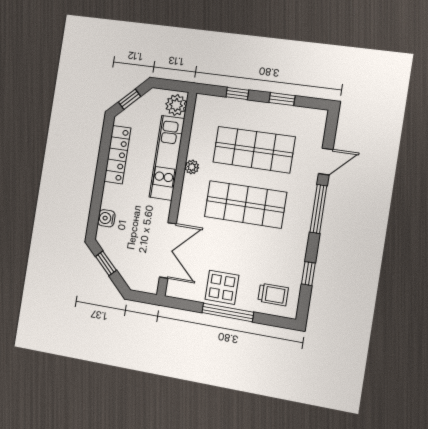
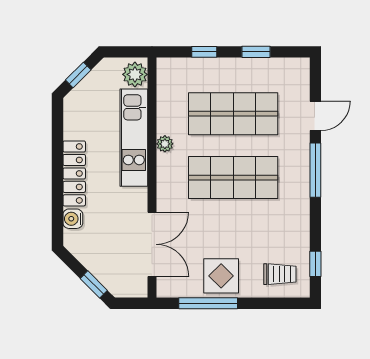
locker: (117, 155) -> (74, 173), moved
window: (106, 263) -> (94, 284), moved
window: (308, 274) -> (315, 264), moved
window: (228, 312) -> (208, 303), moved

